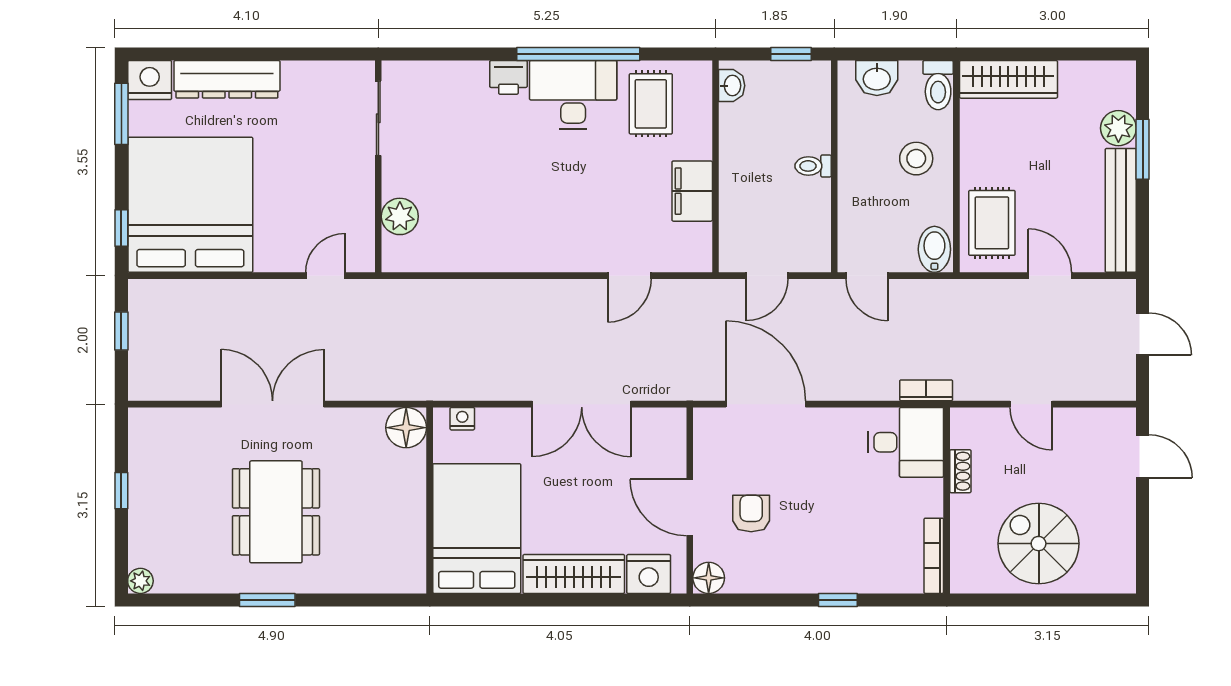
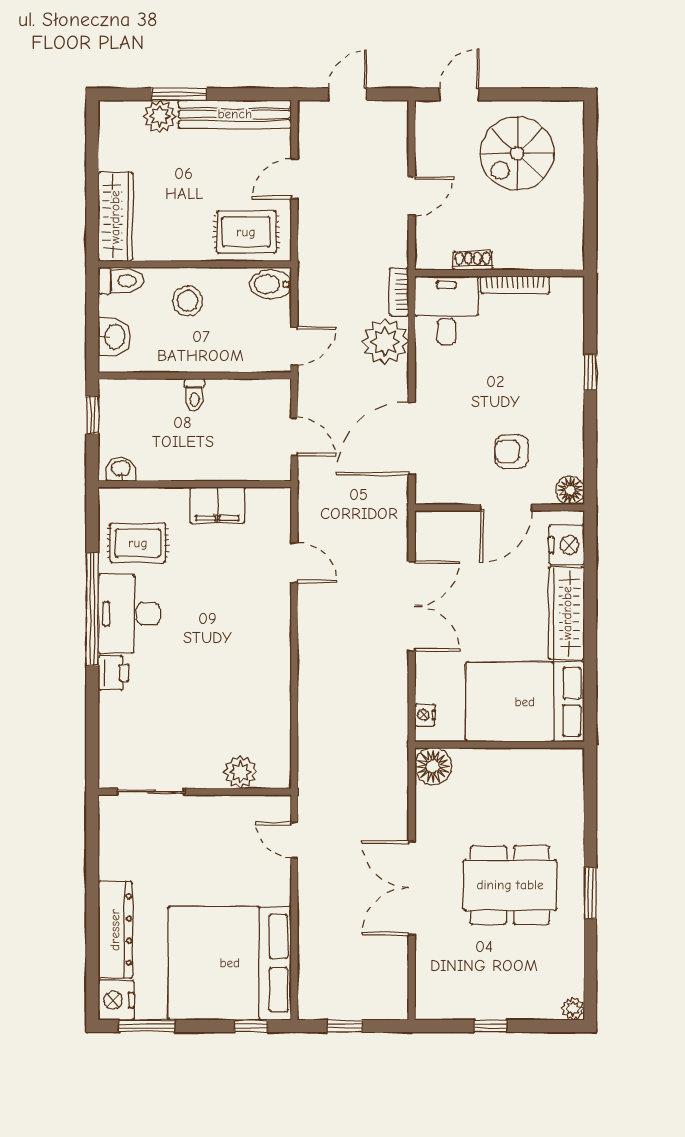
plant: (872, 375) -> (385, 342), added
spiral stairs: (1039, 544) -> (517, 153), moved
bookcase: (934, 556) -> (515, 285), moved

